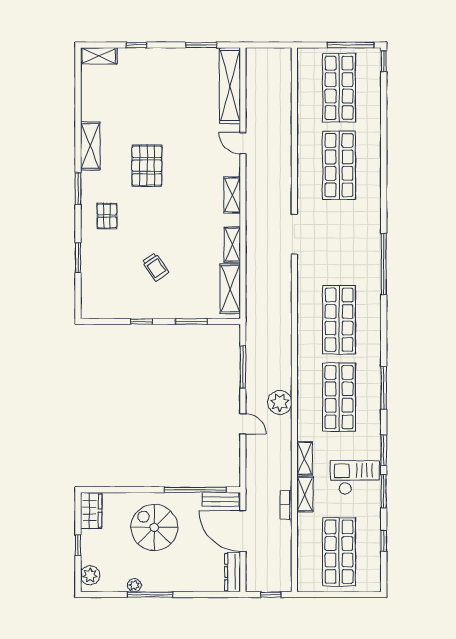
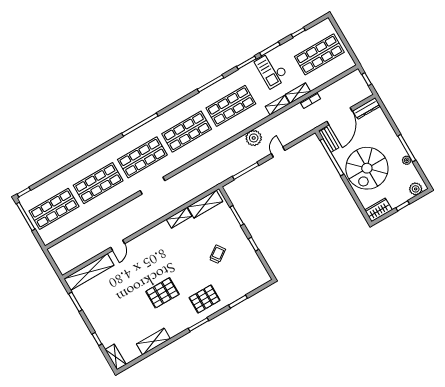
shelving: (90, 146) -> (153, 341), moved
shelving: (232, 195) -> (151, 234), removed
pallet: (107, 216) -> (204, 299), width x1.50, depth x1.42
shop shelf: (339, 242) -> (142, 157), added
spiral stairs: (154, 527) -> (367, 168), width x1.37, depth x1.37

